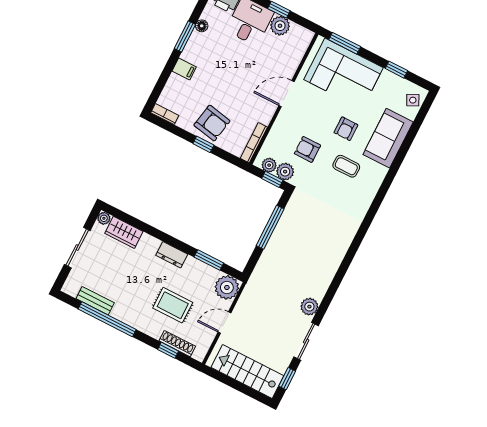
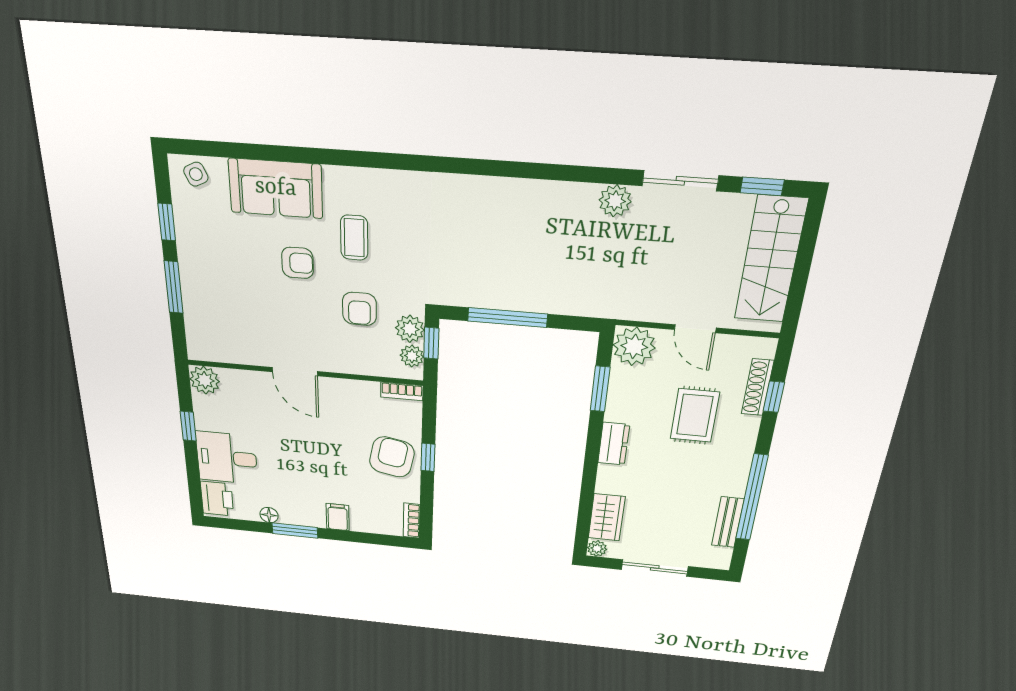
plant: (280, 26) -> (205, 380), moved
window: (345, 43) -> (174, 287), moved
corner sofa: (344, 74) -> (220, 301), removed
bookcase: (254, 143) -> (402, 391), width x0.64

